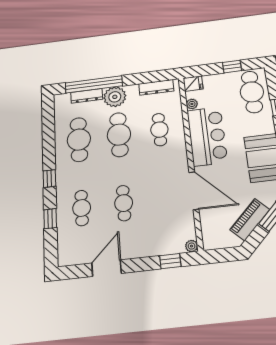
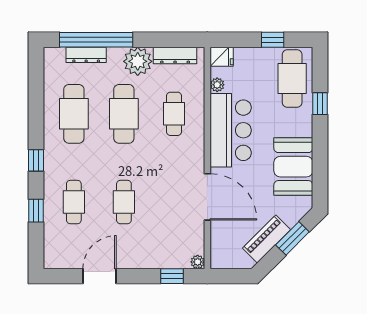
plant: (115, 97) -> (138, 61), moved

